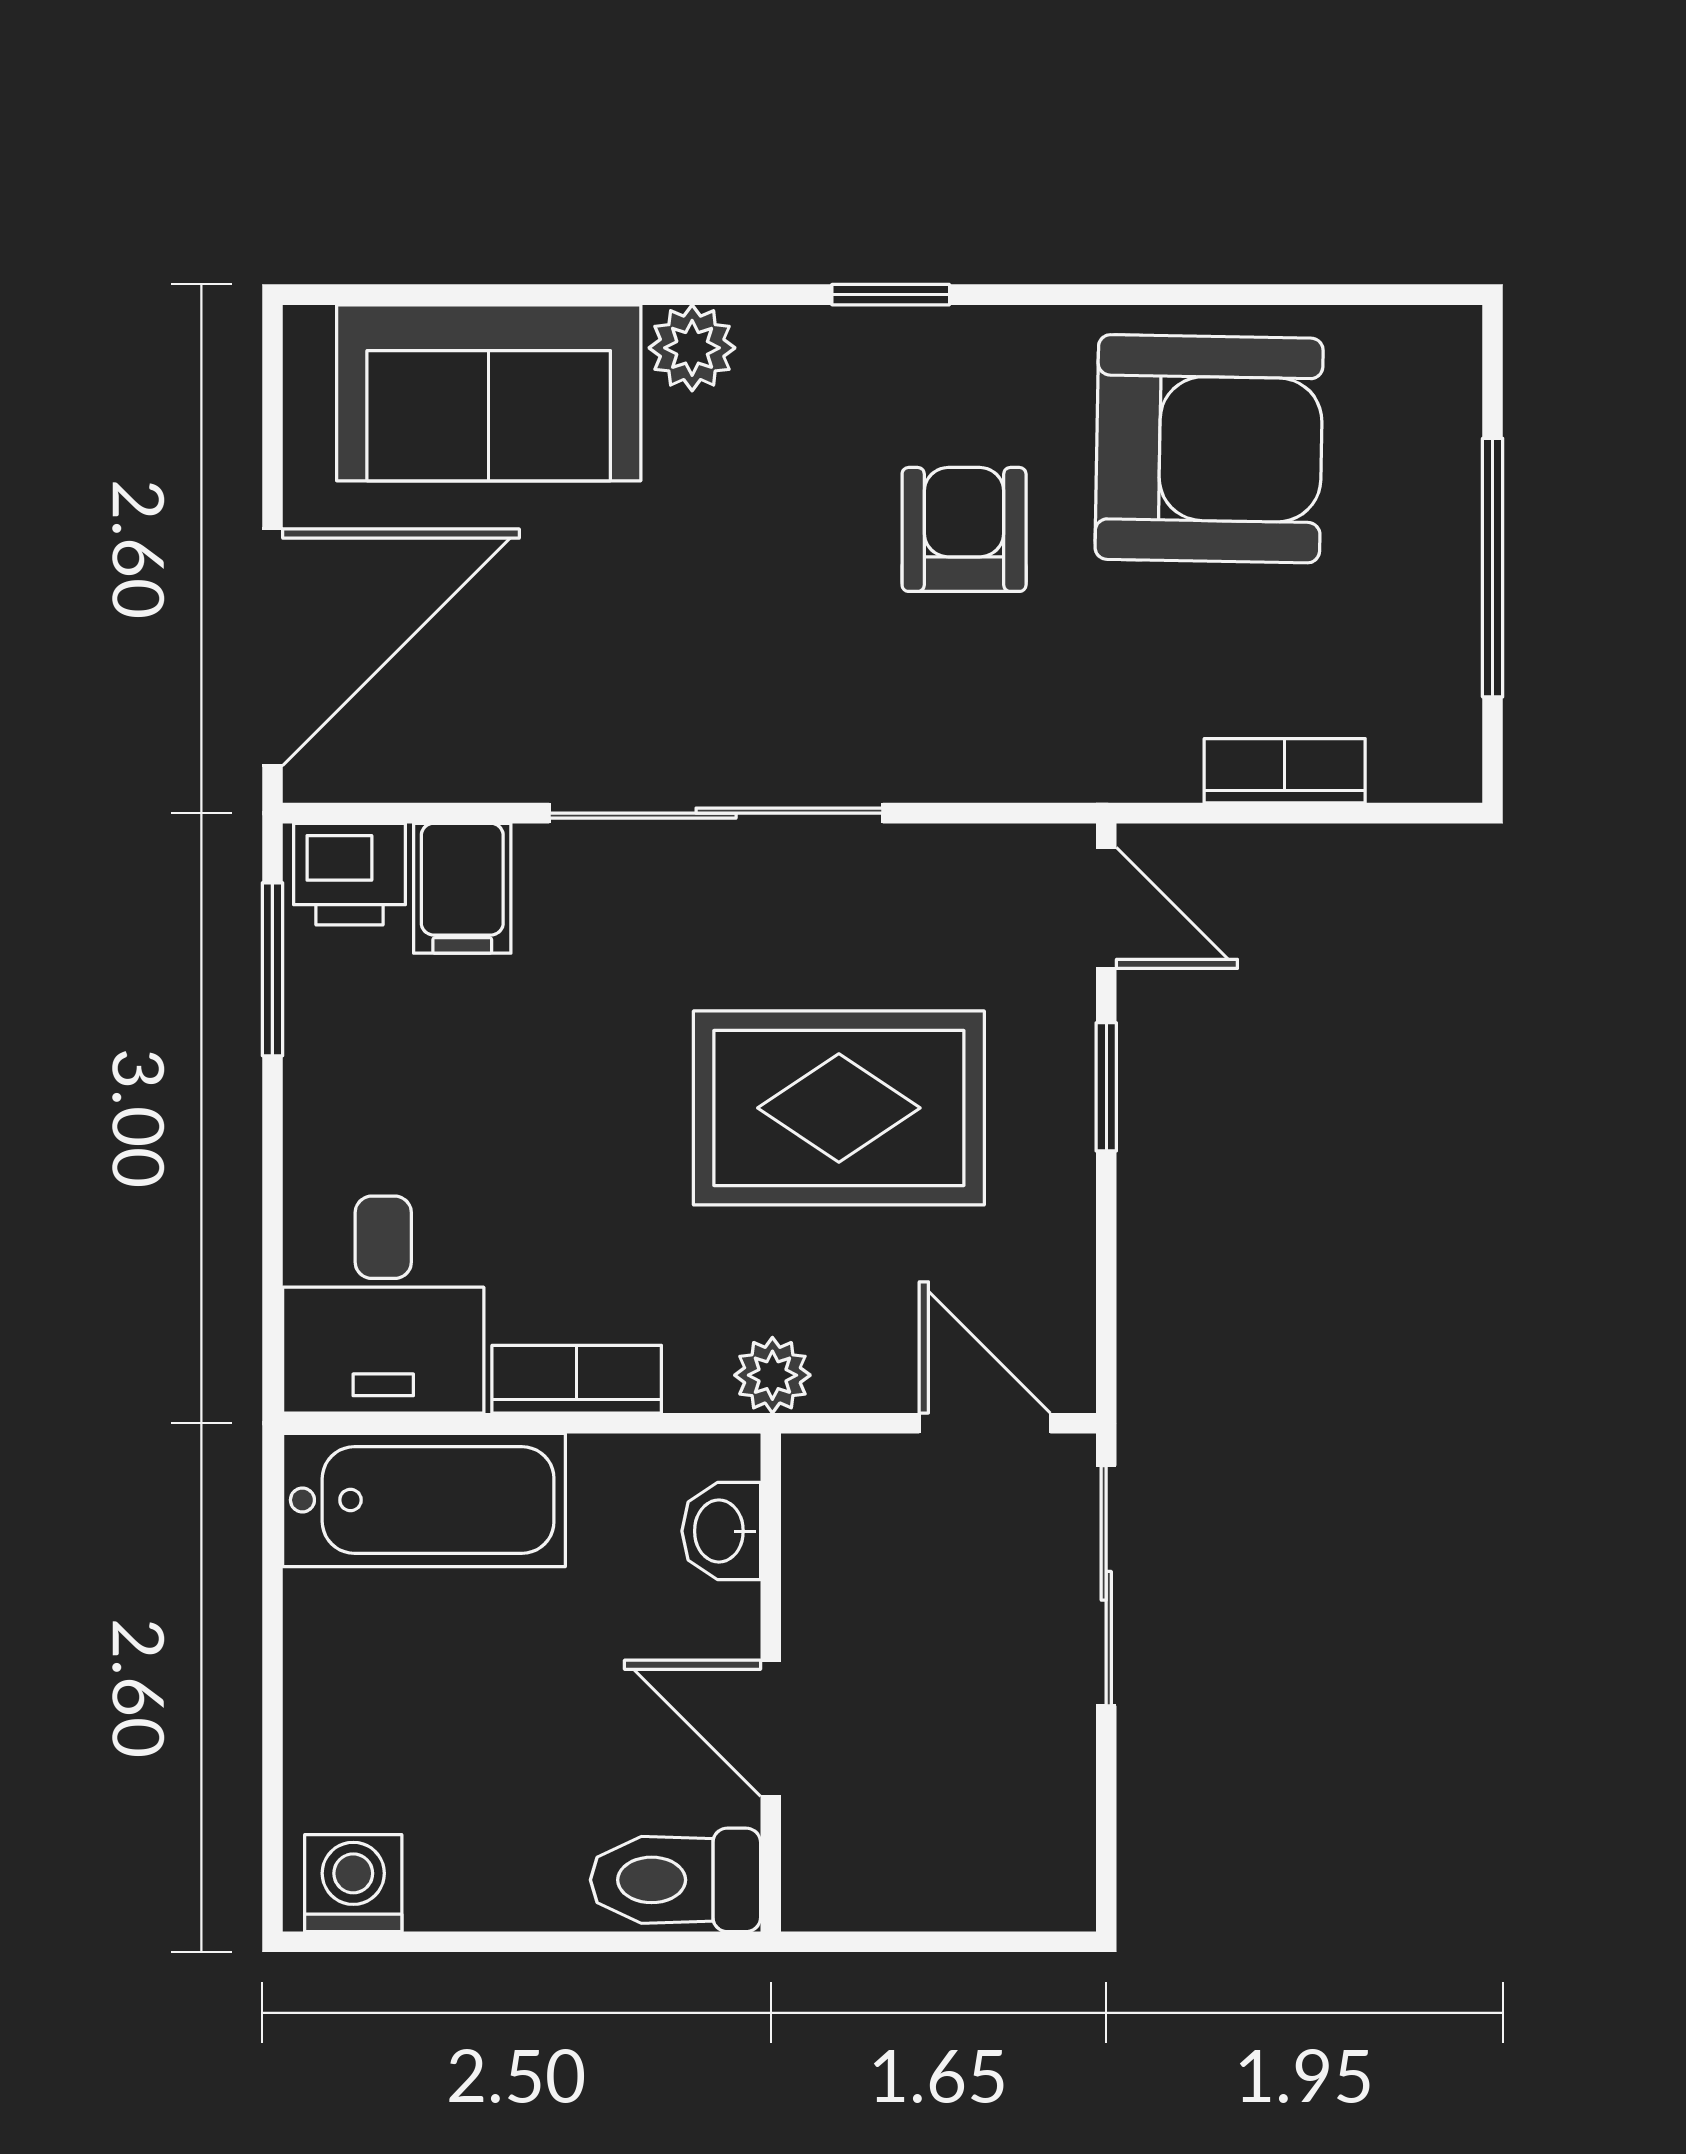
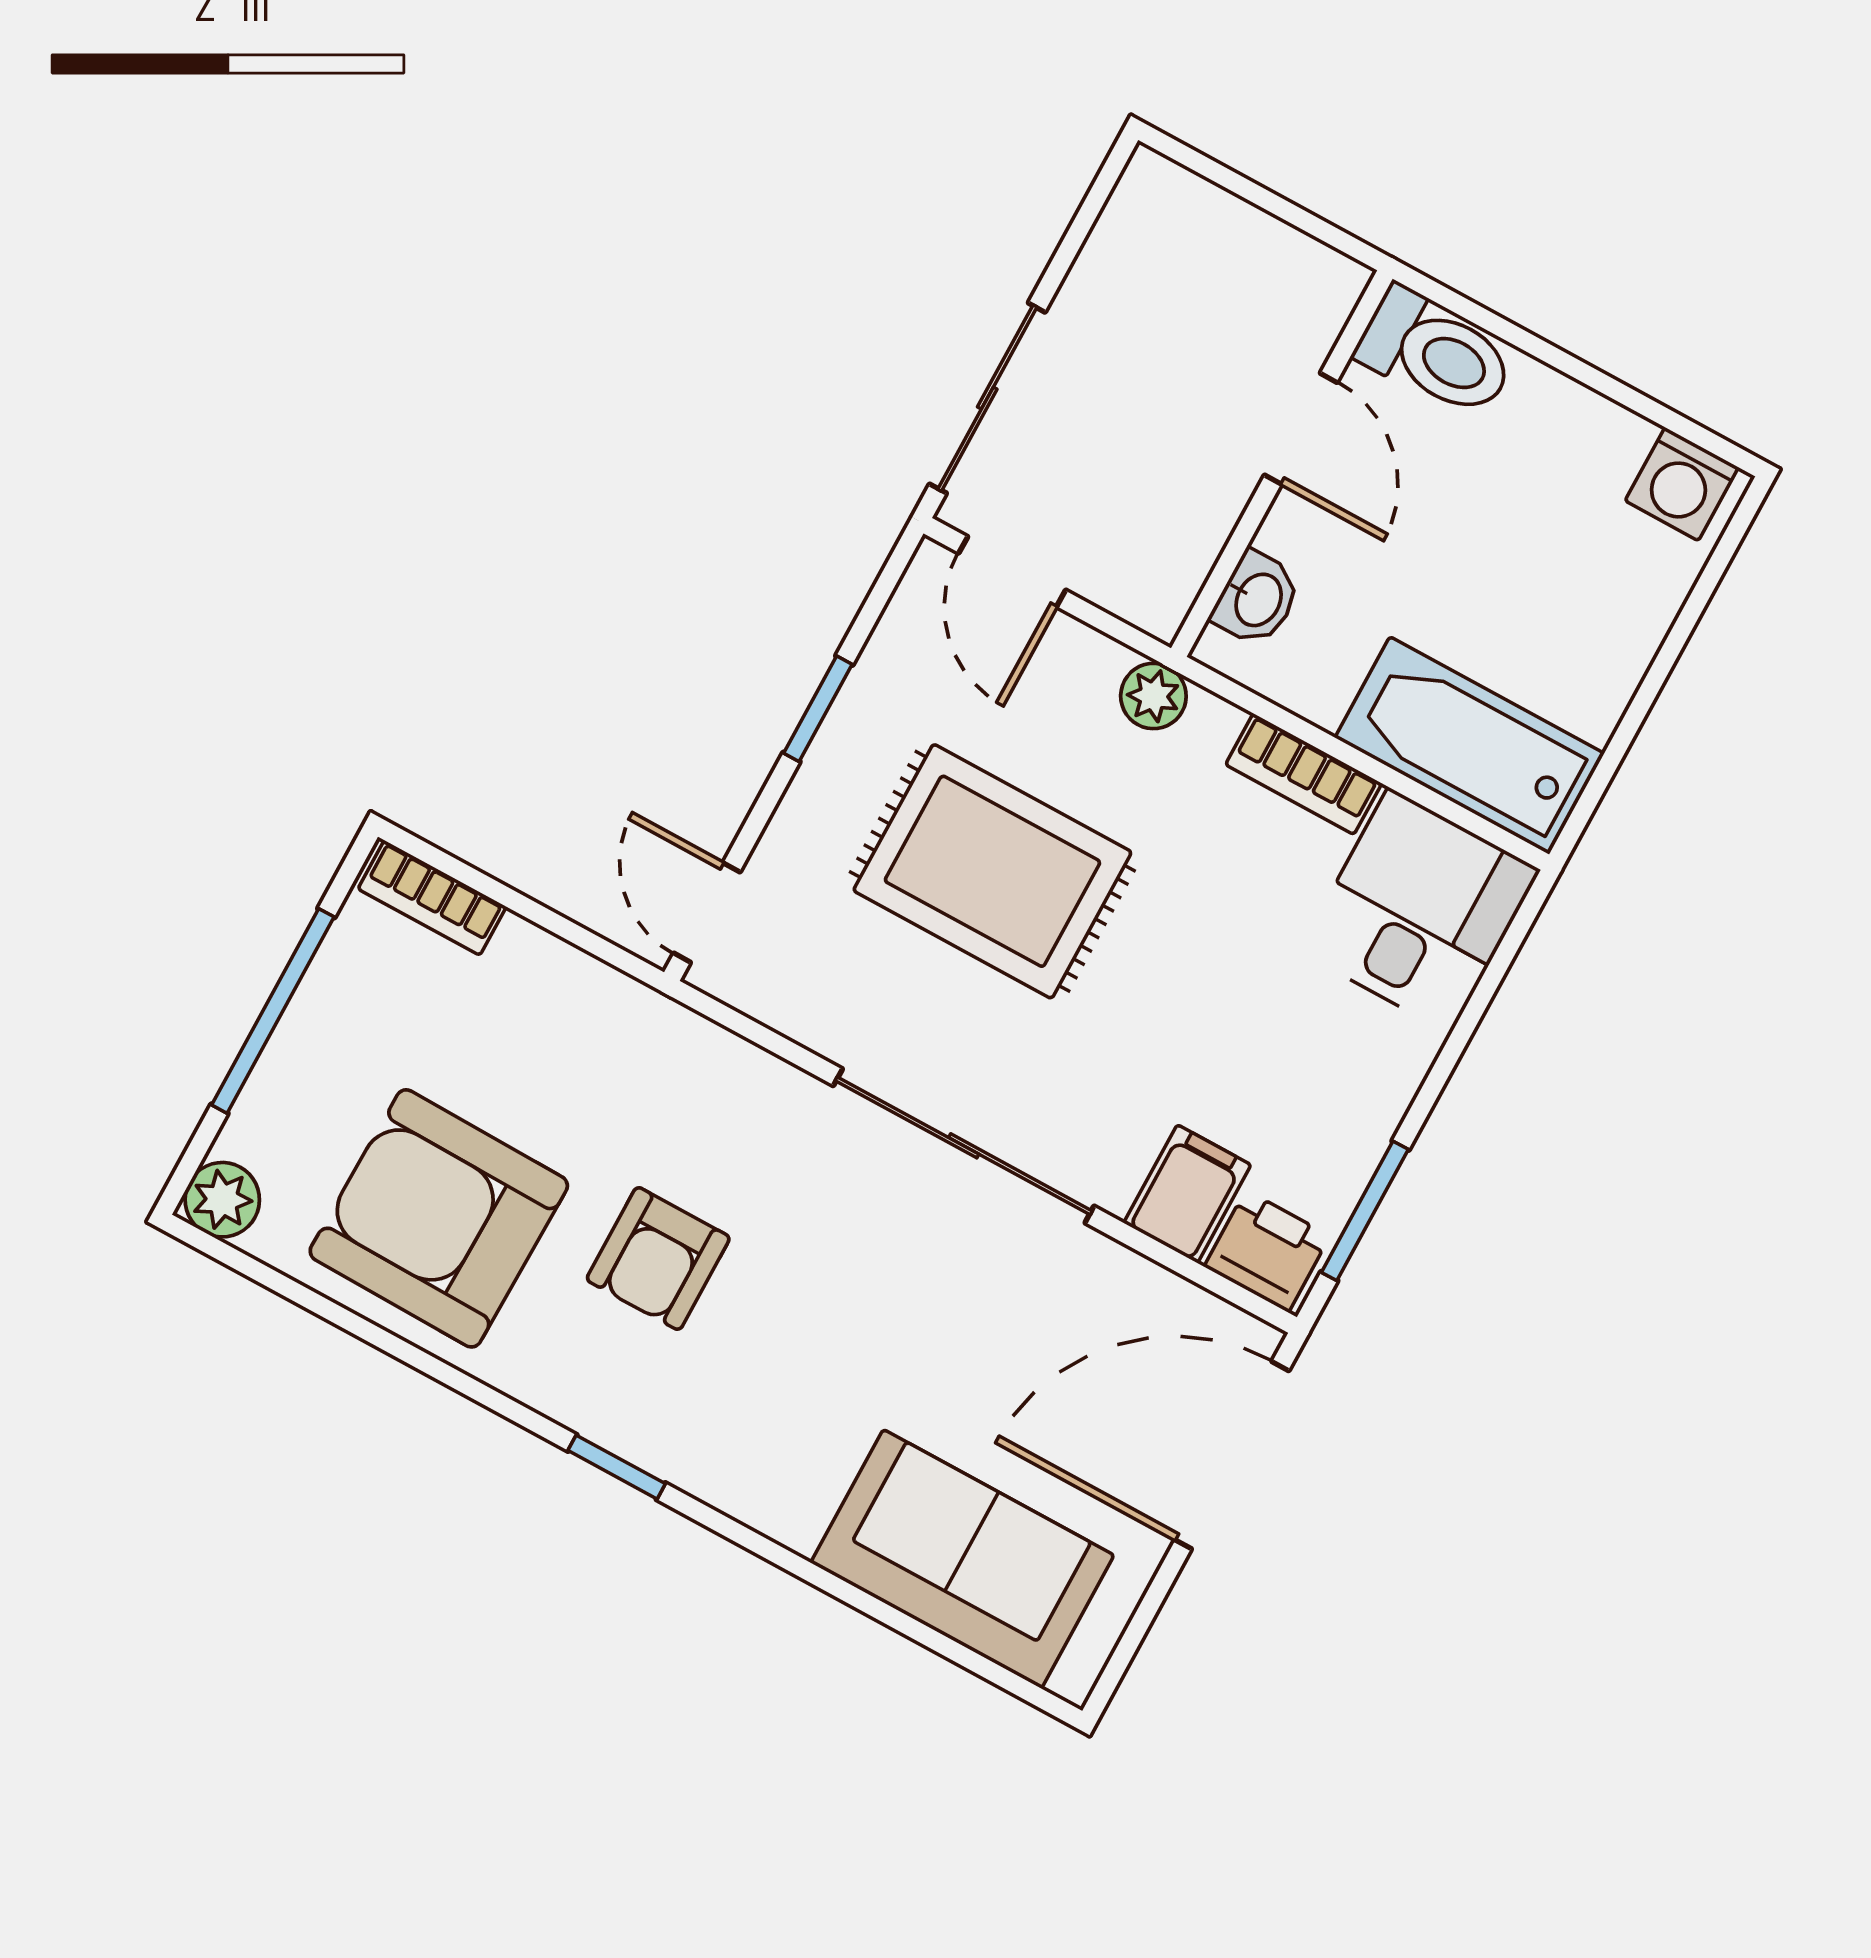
plant: (692, 348) -> (222, 1200), moved
bookcase: (1285, 771) -> (432, 898), moved
window: (1106, 1087) -> (818, 709), moved

